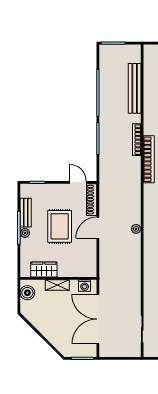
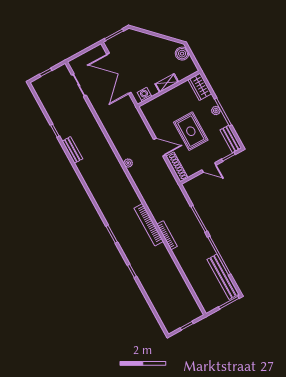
bench: (135, 88) -> (223, 277), moved
door: (78, 182) -> (209, 167), moved
bench: (26, 213) -> (231, 139), moved
door: (98, 228) -> (160, 147), hinge flipped
wardrobe: (44, 270) -> (200, 87), moved, turned 90
boiler: (27, 293) -> (182, 54), moved
double door: (98, 319) -> (119, 73), swing flipped

